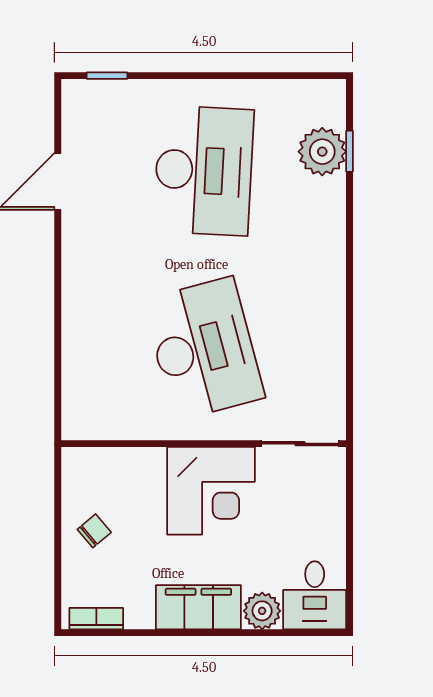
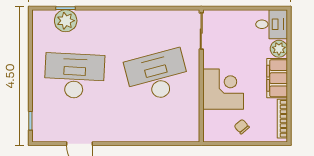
corner desk: (211, 491) -> (223, 89), moved
bookcase: (96, 619) -> (282, 119), width x1.56

